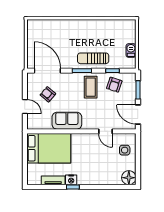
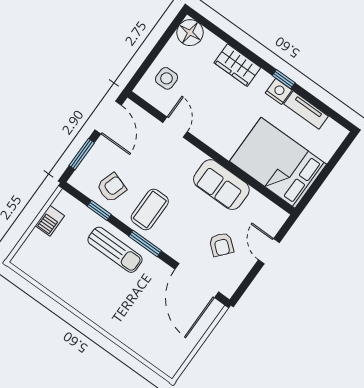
wardrobe: (98, 178) -> (237, 65), added

